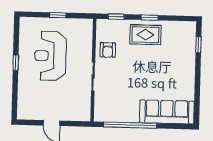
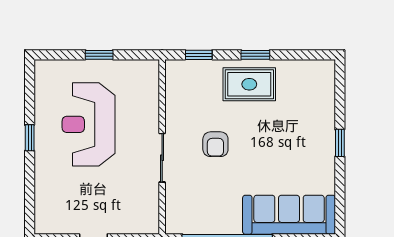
window: (198, 45) -> (340, 143), moved
armchair: (108, 50) -> (215, 144), moved

